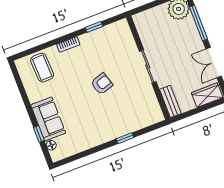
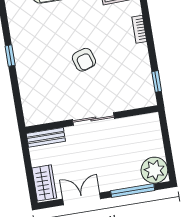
window: (94, 27) -> (157, 81), moved
window: (125, 138) -> (10, 56), moved

